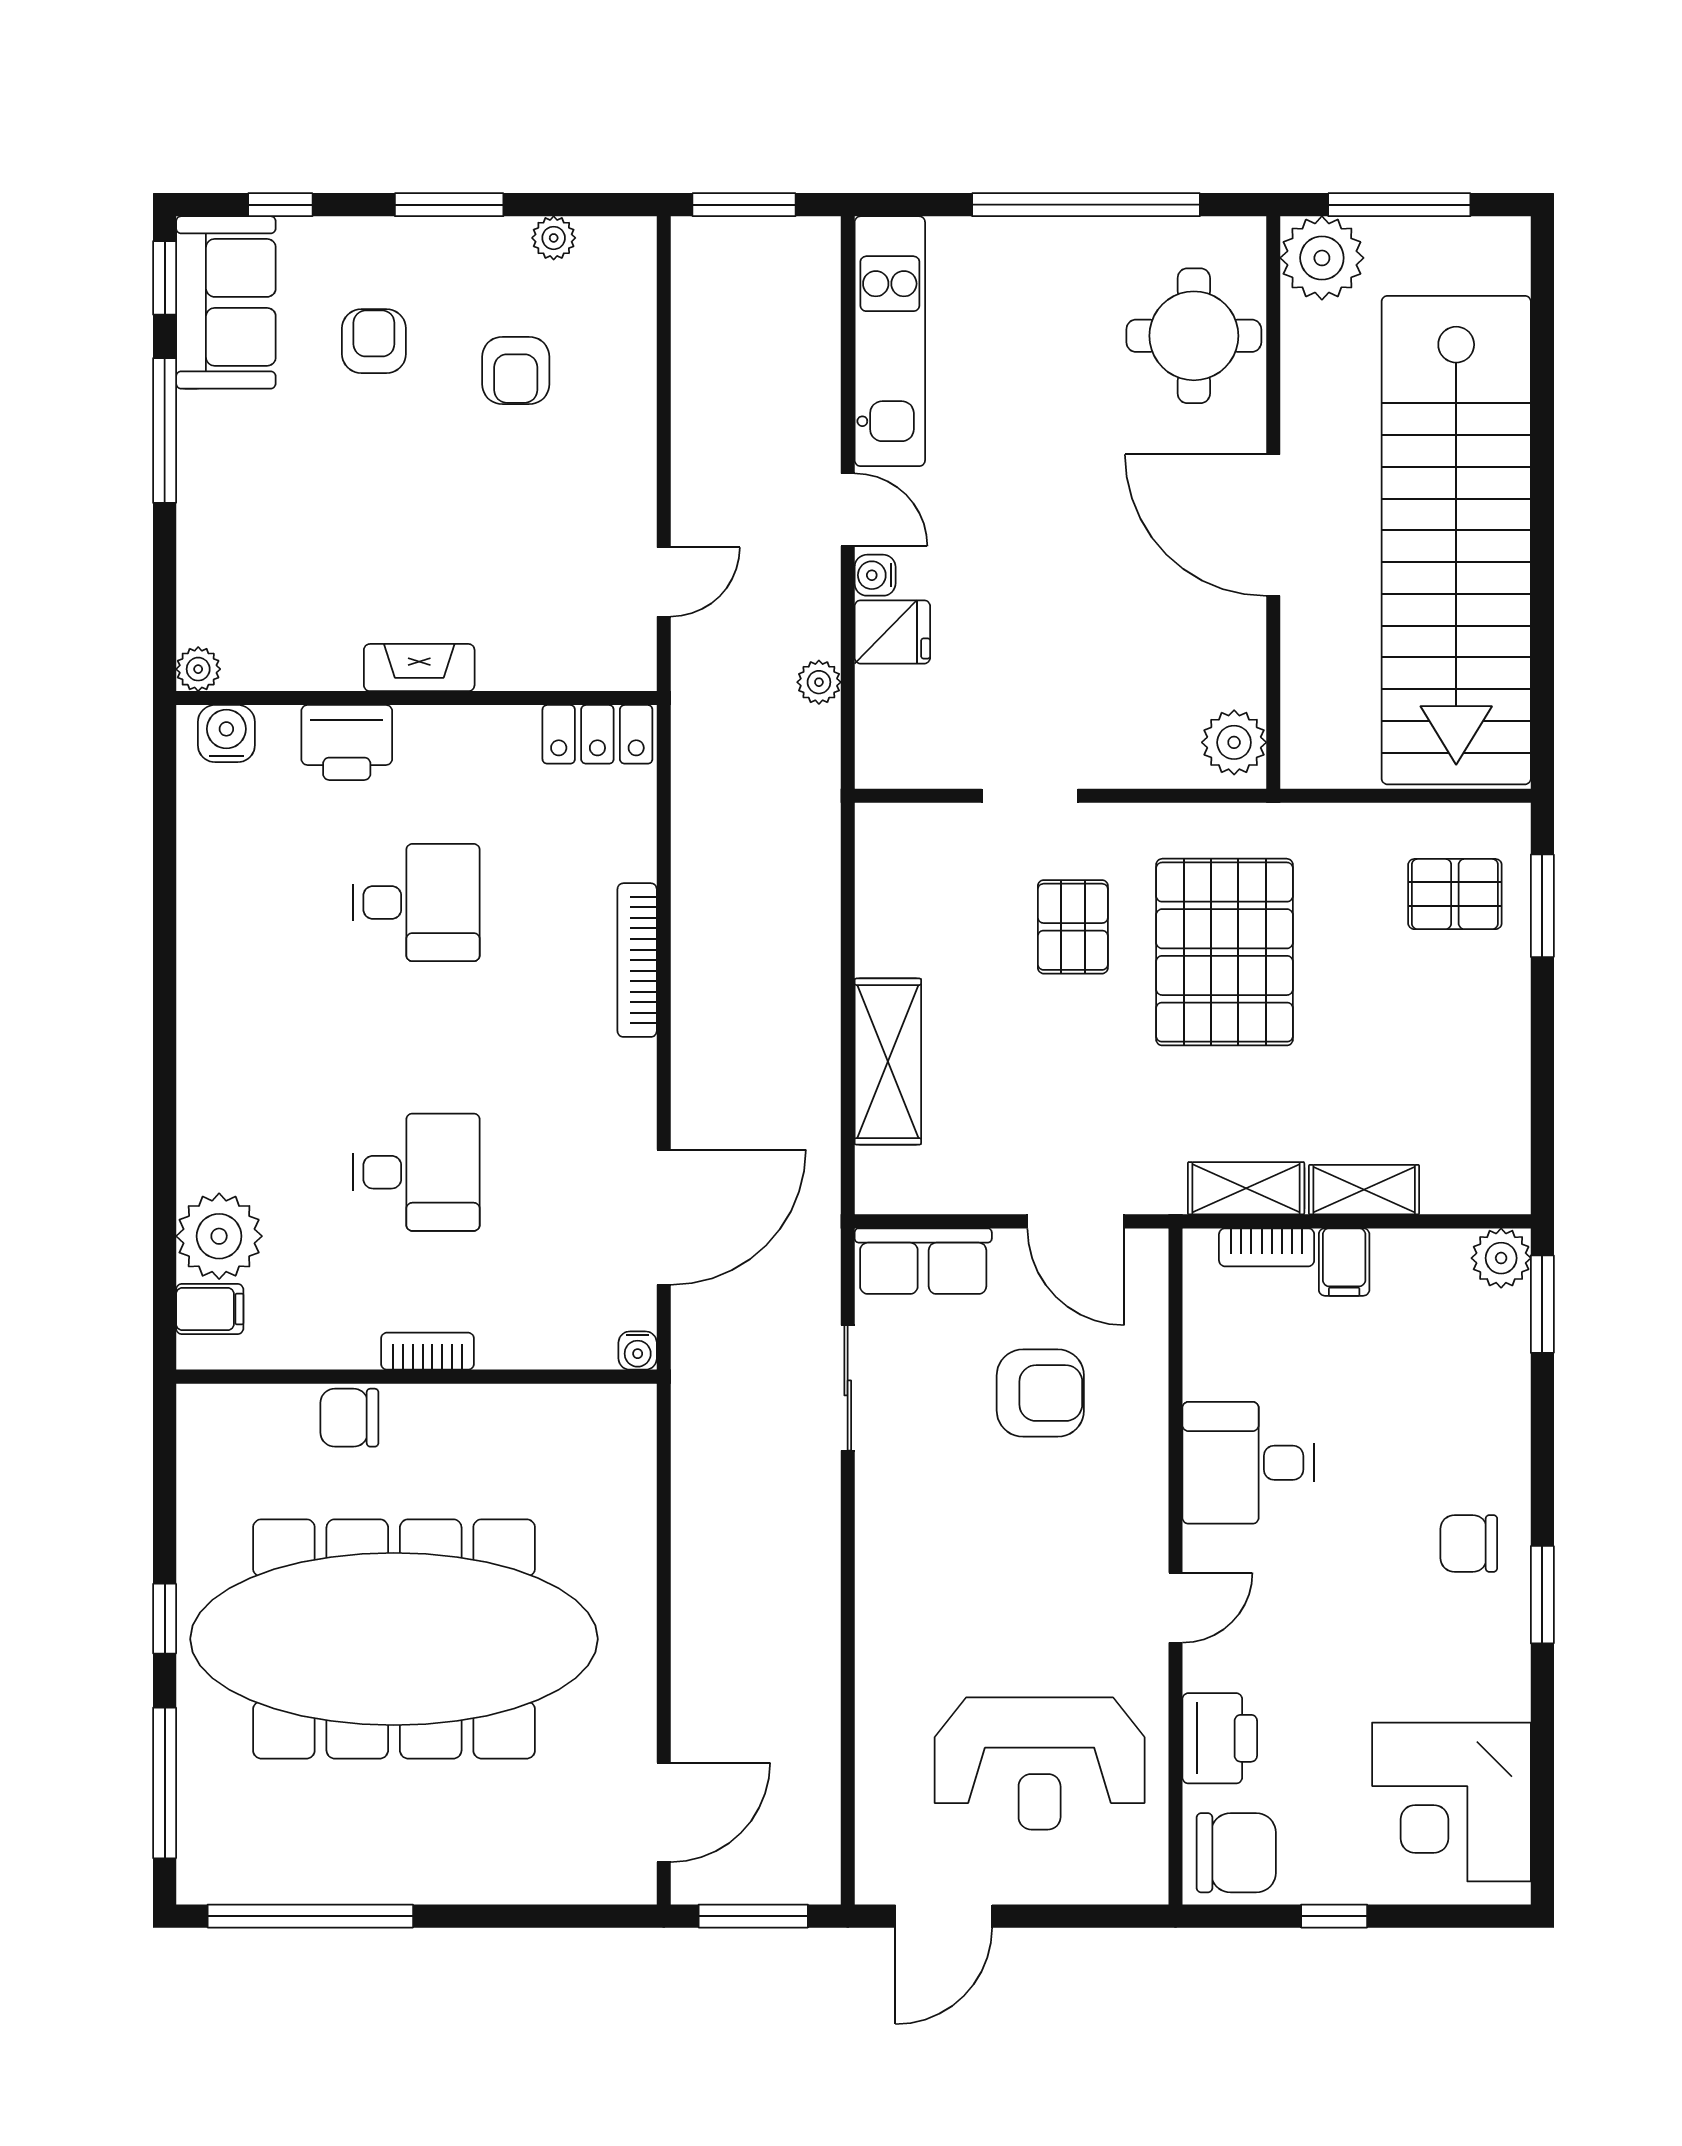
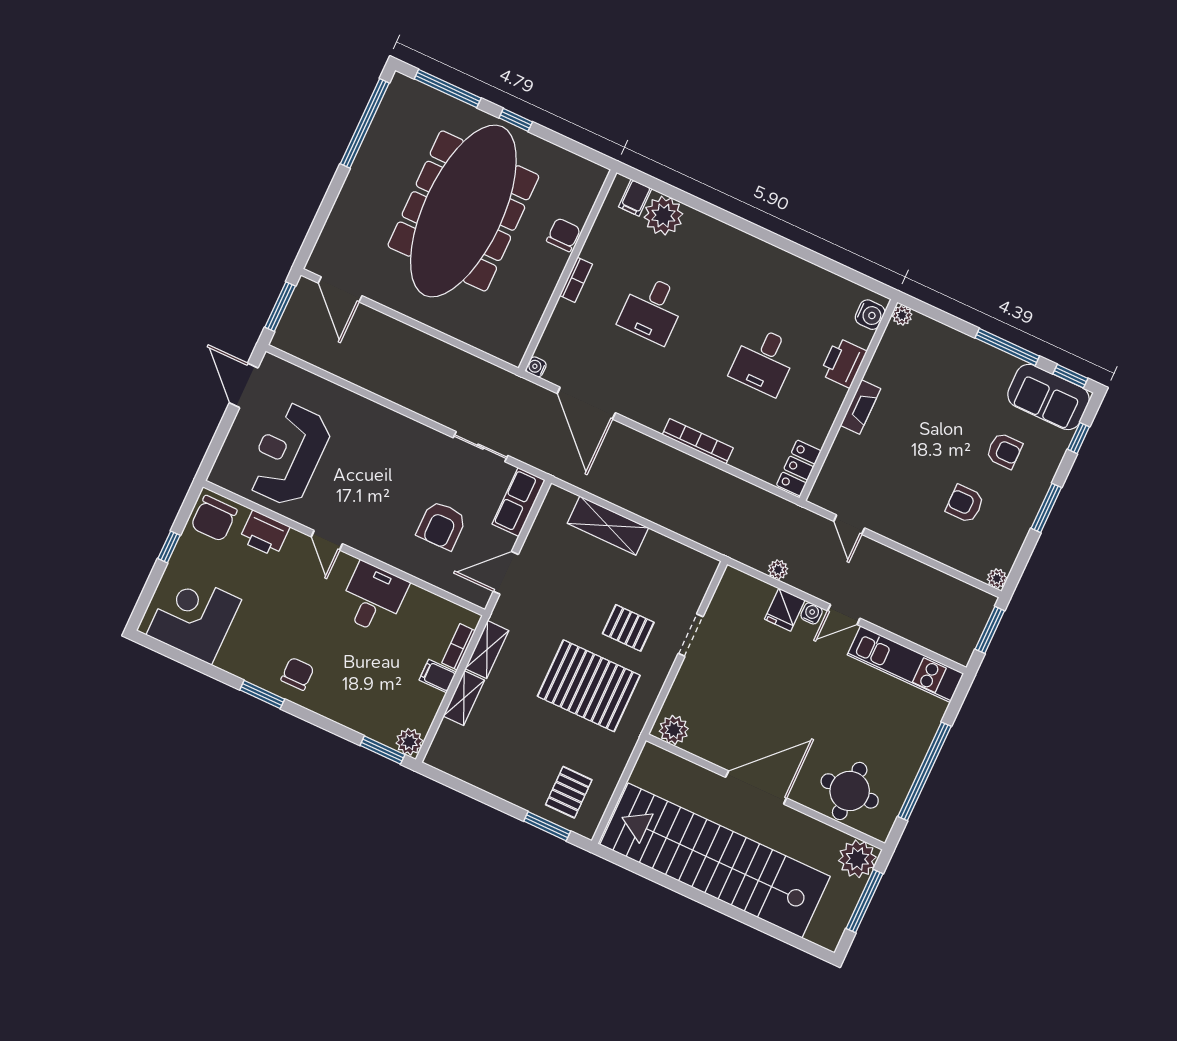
plant: (554, 238) -> (997, 578), moved

